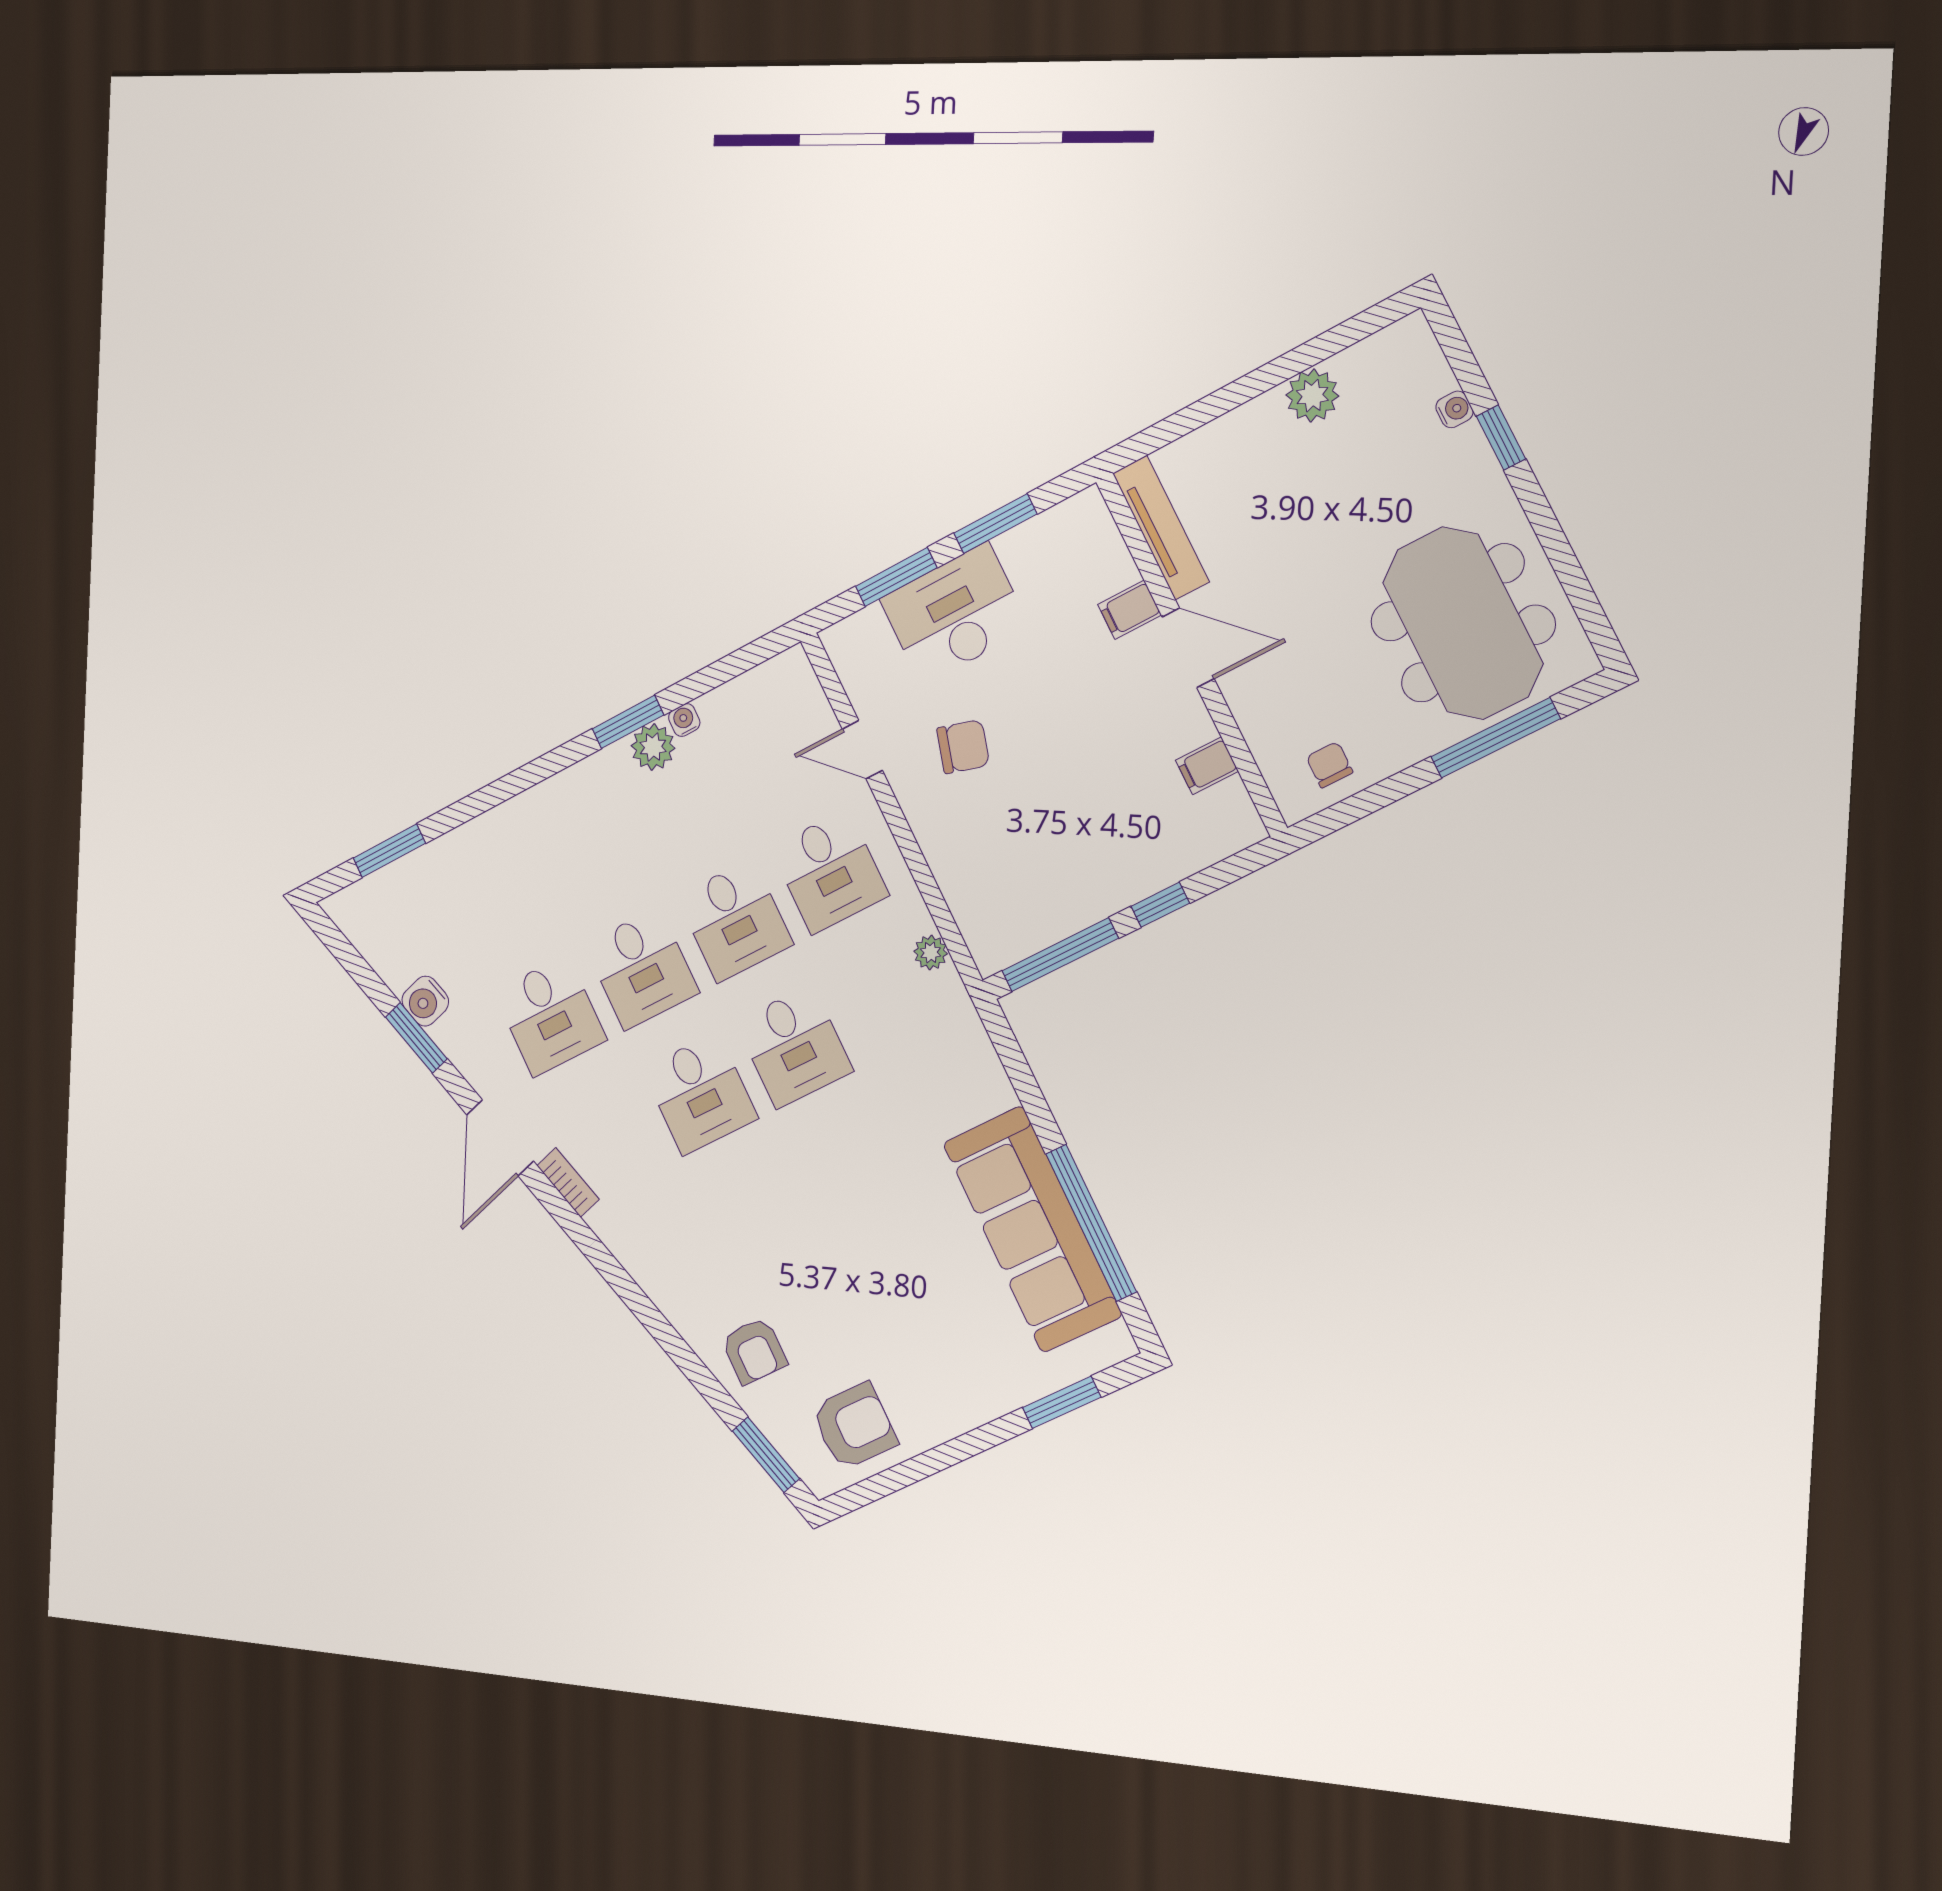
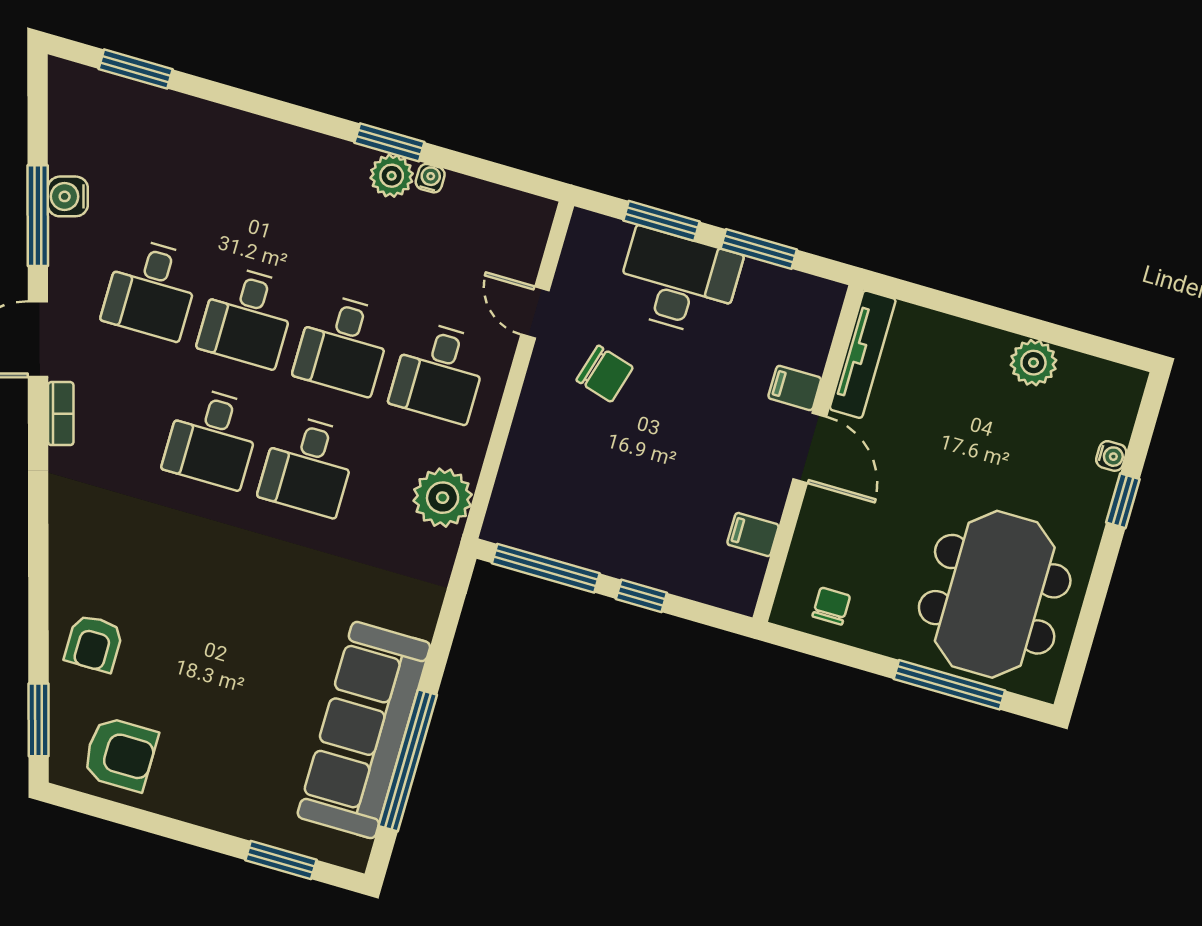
plant: (931, 953) -> (443, 498), width x1.87, depth x1.87
window: (416, 1038) -> (38, 216), width x1.44

